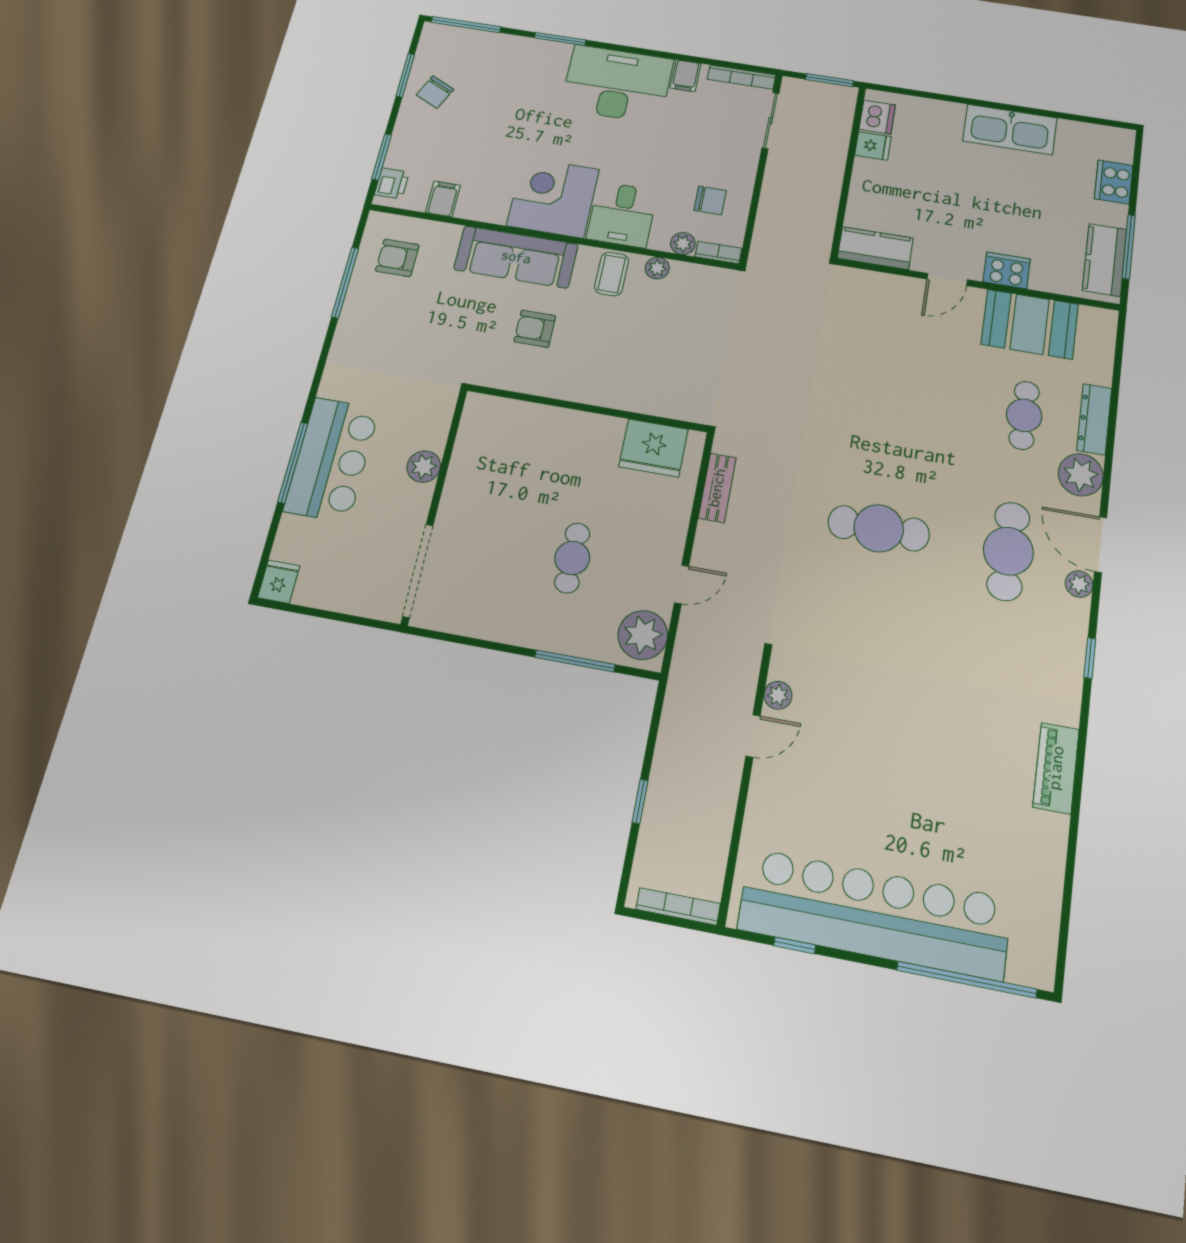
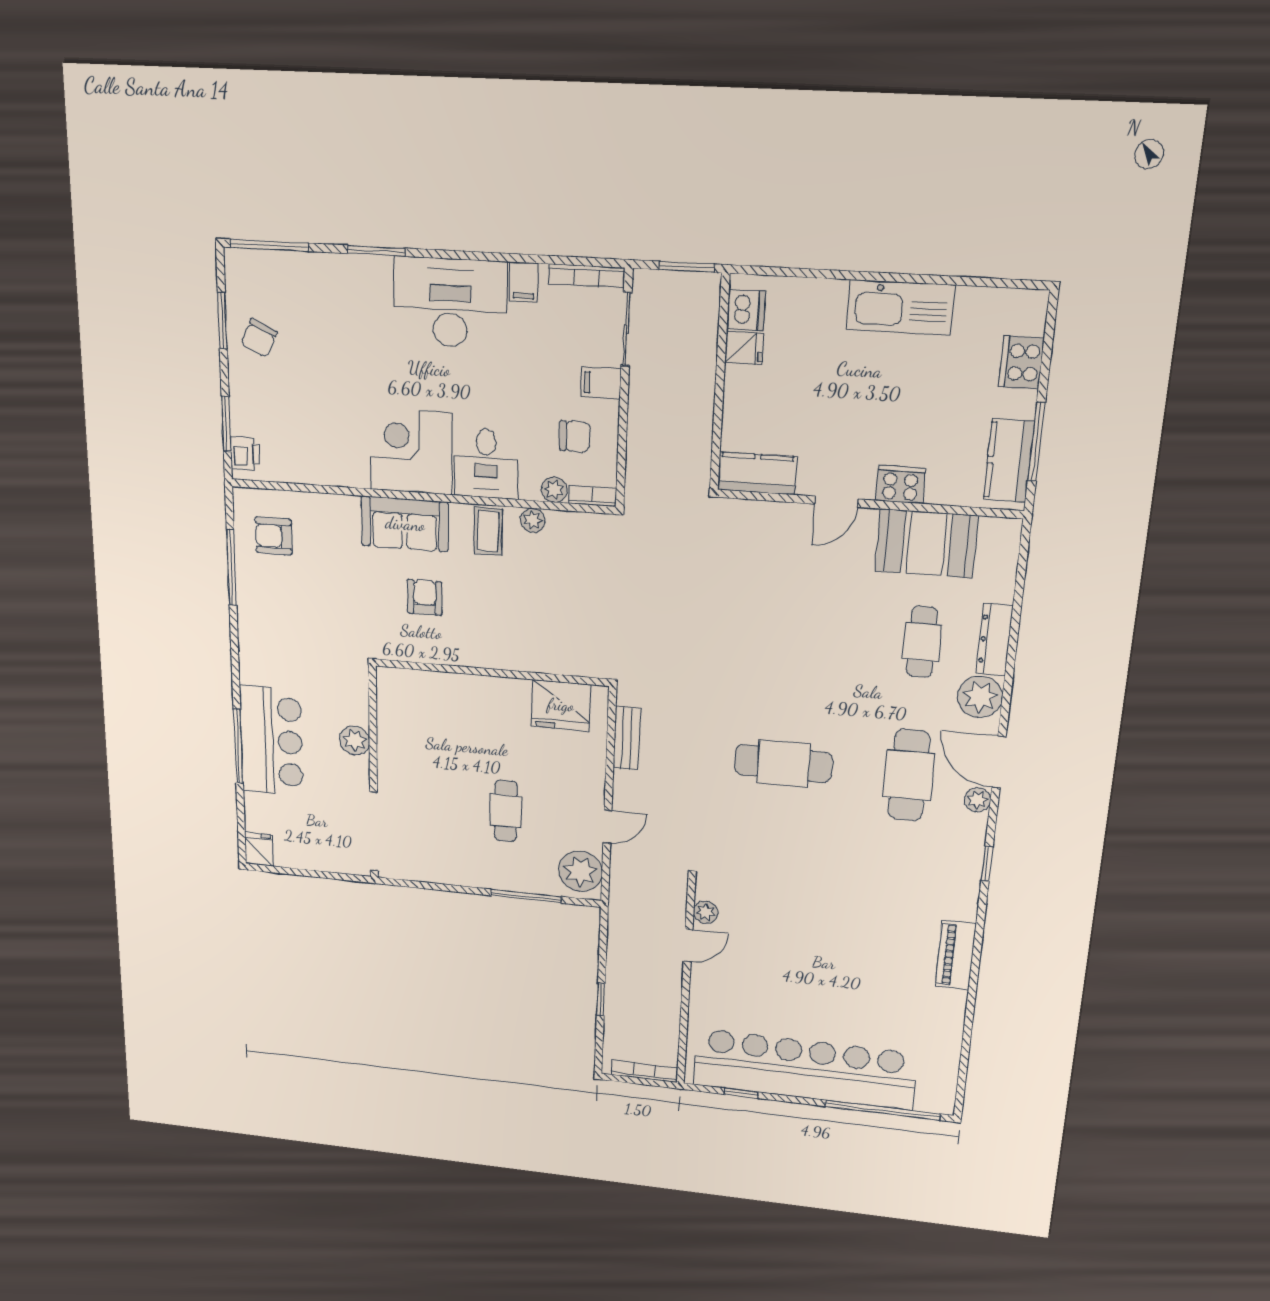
filing cabinet: (443, 199) -> (601, 383), moved, turned -90
sofa: (516, 257) -> (405, 524), width x0.73
armchair: (535, 329) -> (425, 597), turned 90

